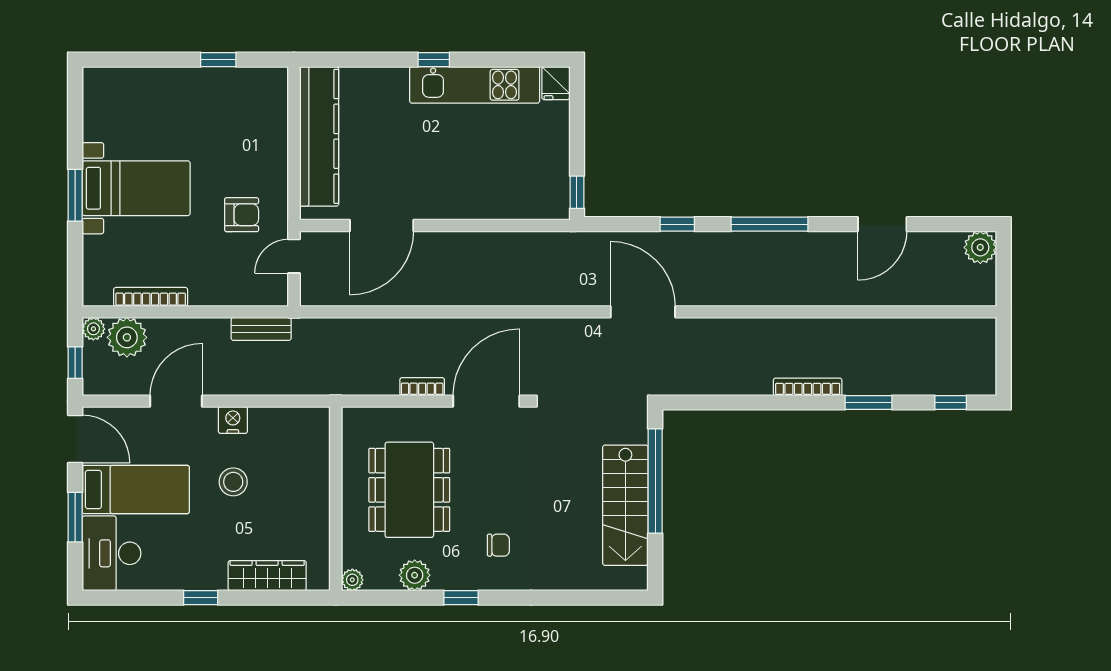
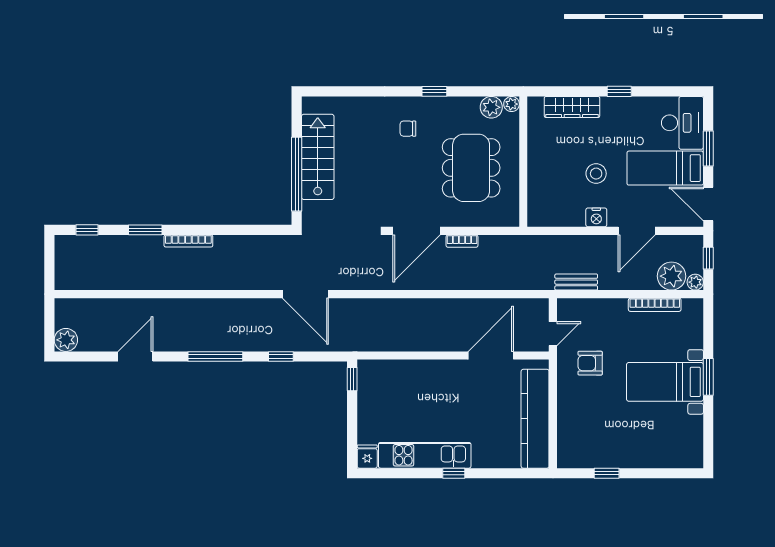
plant: (415, 575) -> (491, 107), moved

